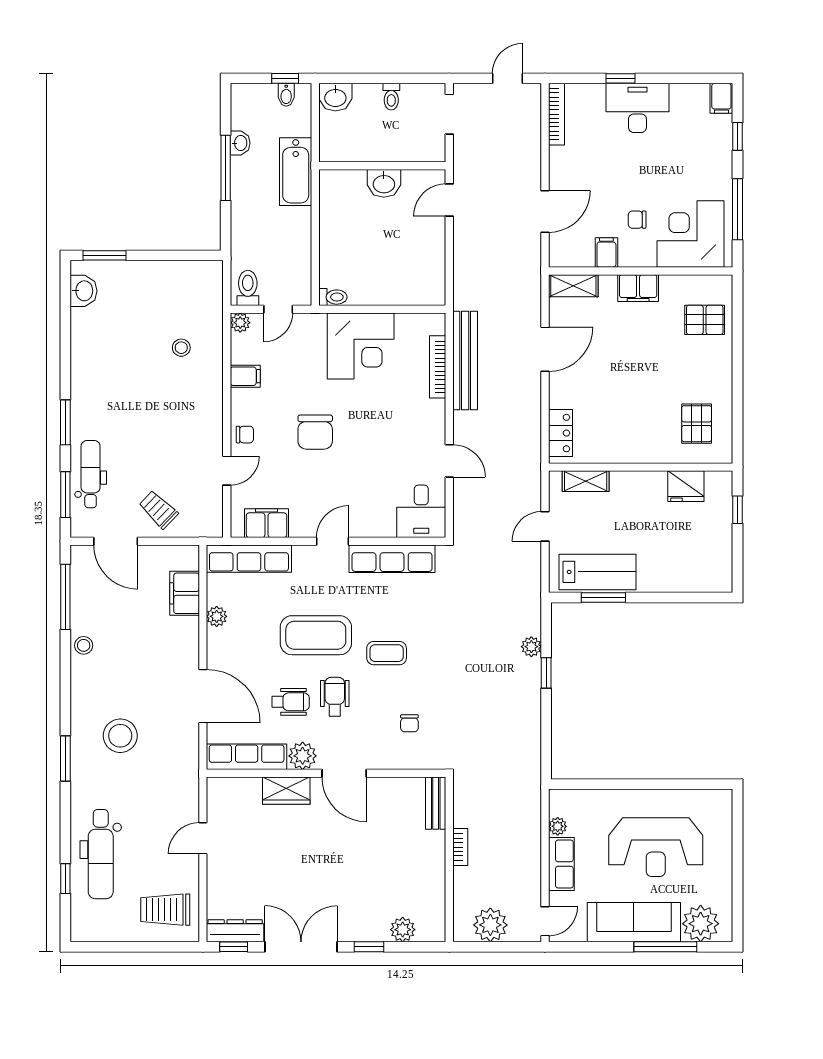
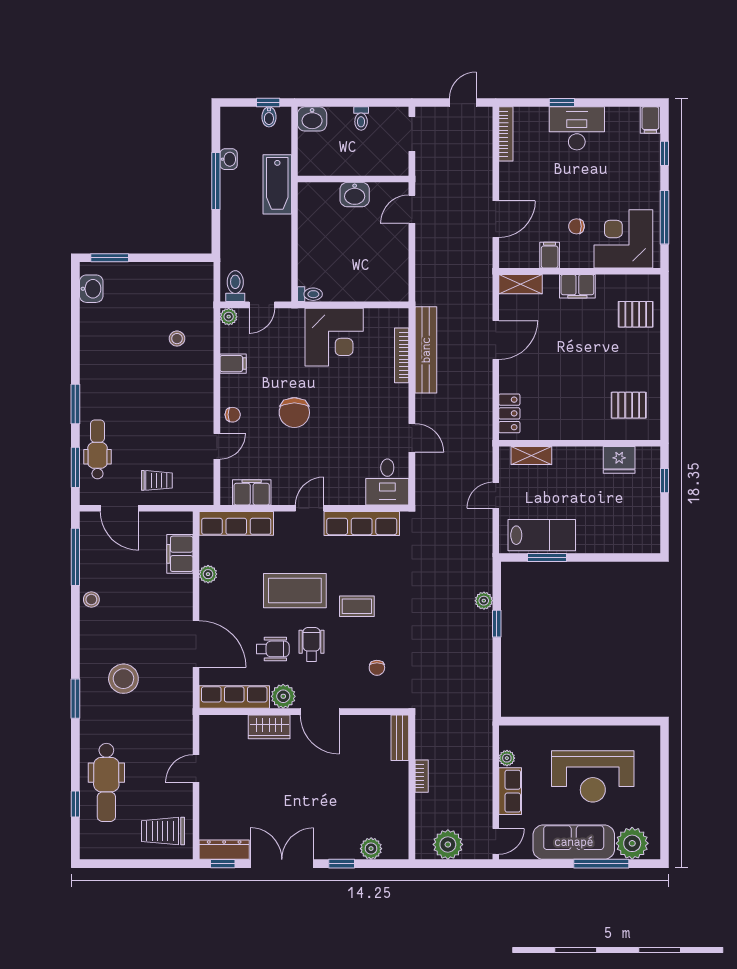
pallet: (697, 424) -> (629, 405), turned 90
trolley: (158, 510) -> (157, 480), turned 136

